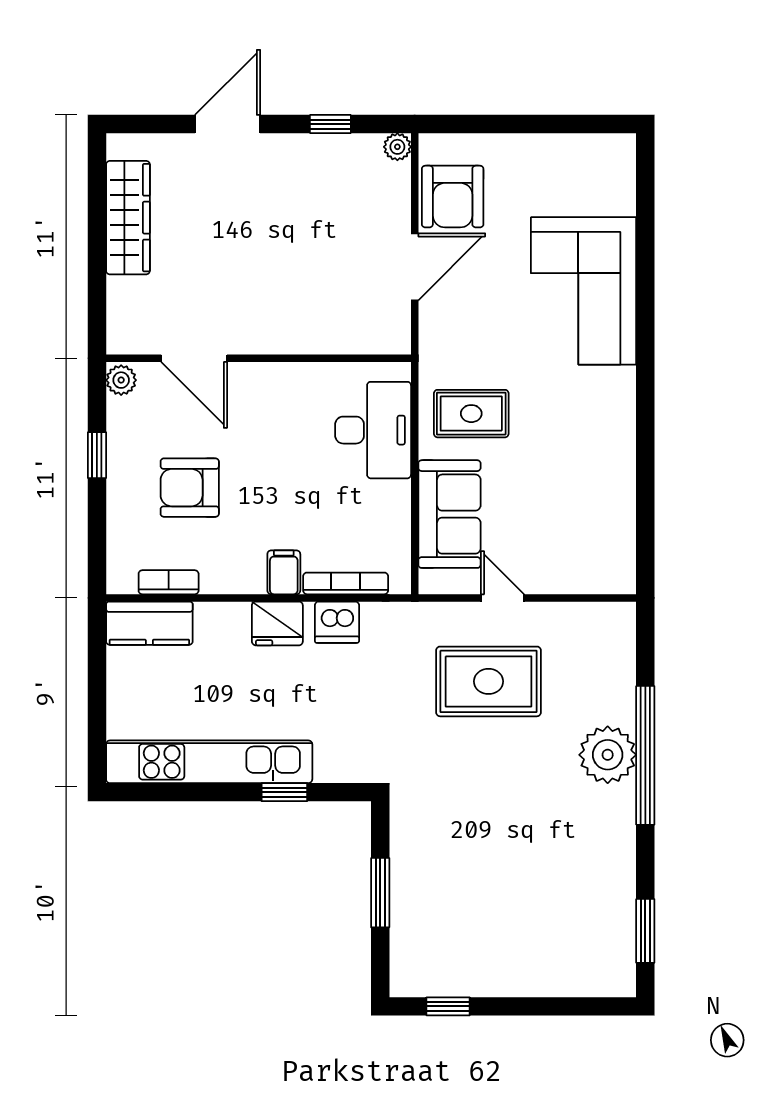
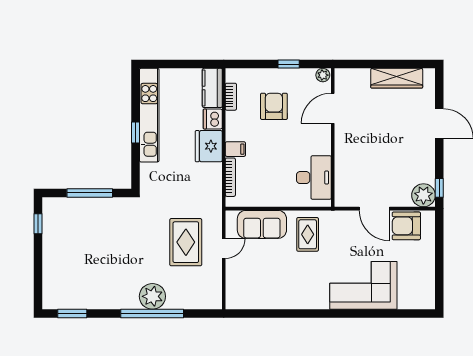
window: (330, 124) -> (439, 188), moved
plant: (397, 147) -> (423, 195), width x1.87, depth x1.87
desk: (373, 430) -> (314, 178), moved, turned -90
dishwasher: (337, 622) -> (213, 119), moved
fridge: (277, 623) -> (209, 146), width x1.36, depth x1.34
window: (284, 792) -> (135, 132), moved
window: (380, 893) -> (90, 193), width x1.44

